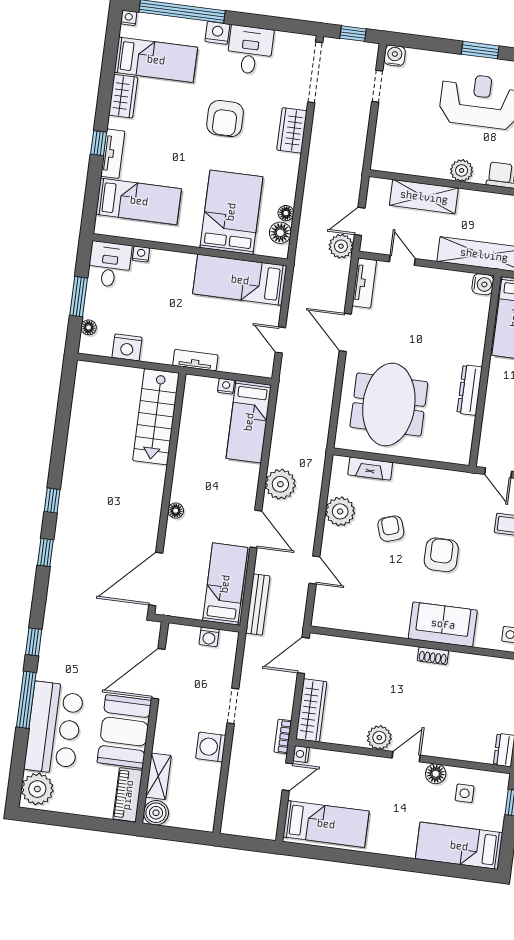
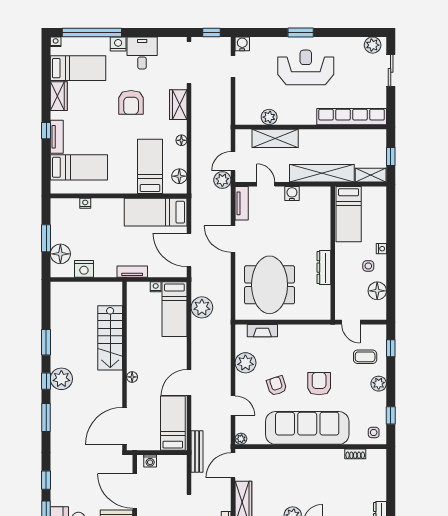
plant: (462, 170) -> (269, 117), moved
bed: (231, 212) -> (150, 166), width x0.67
floor lamp: (286, 213) -> (181, 140), moved
desk: (110, 264) -> (65, 213), removed
water cooler: (483, 284) -> (292, 194), moved, turned -90
floor lamp: (89, 327) -> (60, 254), width x1.89, depth x1.89
door: (280, 340) -> (189, 250), width x1.87
stairs: (156, 417) -> (110, 338), moved
window: (59, 445) -> (46, 342), added
plant: (280, 484) -> (202, 307), moved
plant: (74, 500) -> (61, 379), added
door: (256, 529) -> (189, 382), swing flipped
armchair: (391, 529) -> (277, 386), moved
window: (45, 552) -> (46, 417), width x1.50
bench: (258, 605) -> (197, 452), moved
plant: (320, 619) -> (241, 439), added
sofa: (443, 624) -> (307, 428), width x1.85, depth x1.27
washing machine: (209, 637) -> (150, 461), moved
shoe rack: (433, 656) -> (355, 454), moved
door: (158, 674) -> (135, 491), hinge flipped

